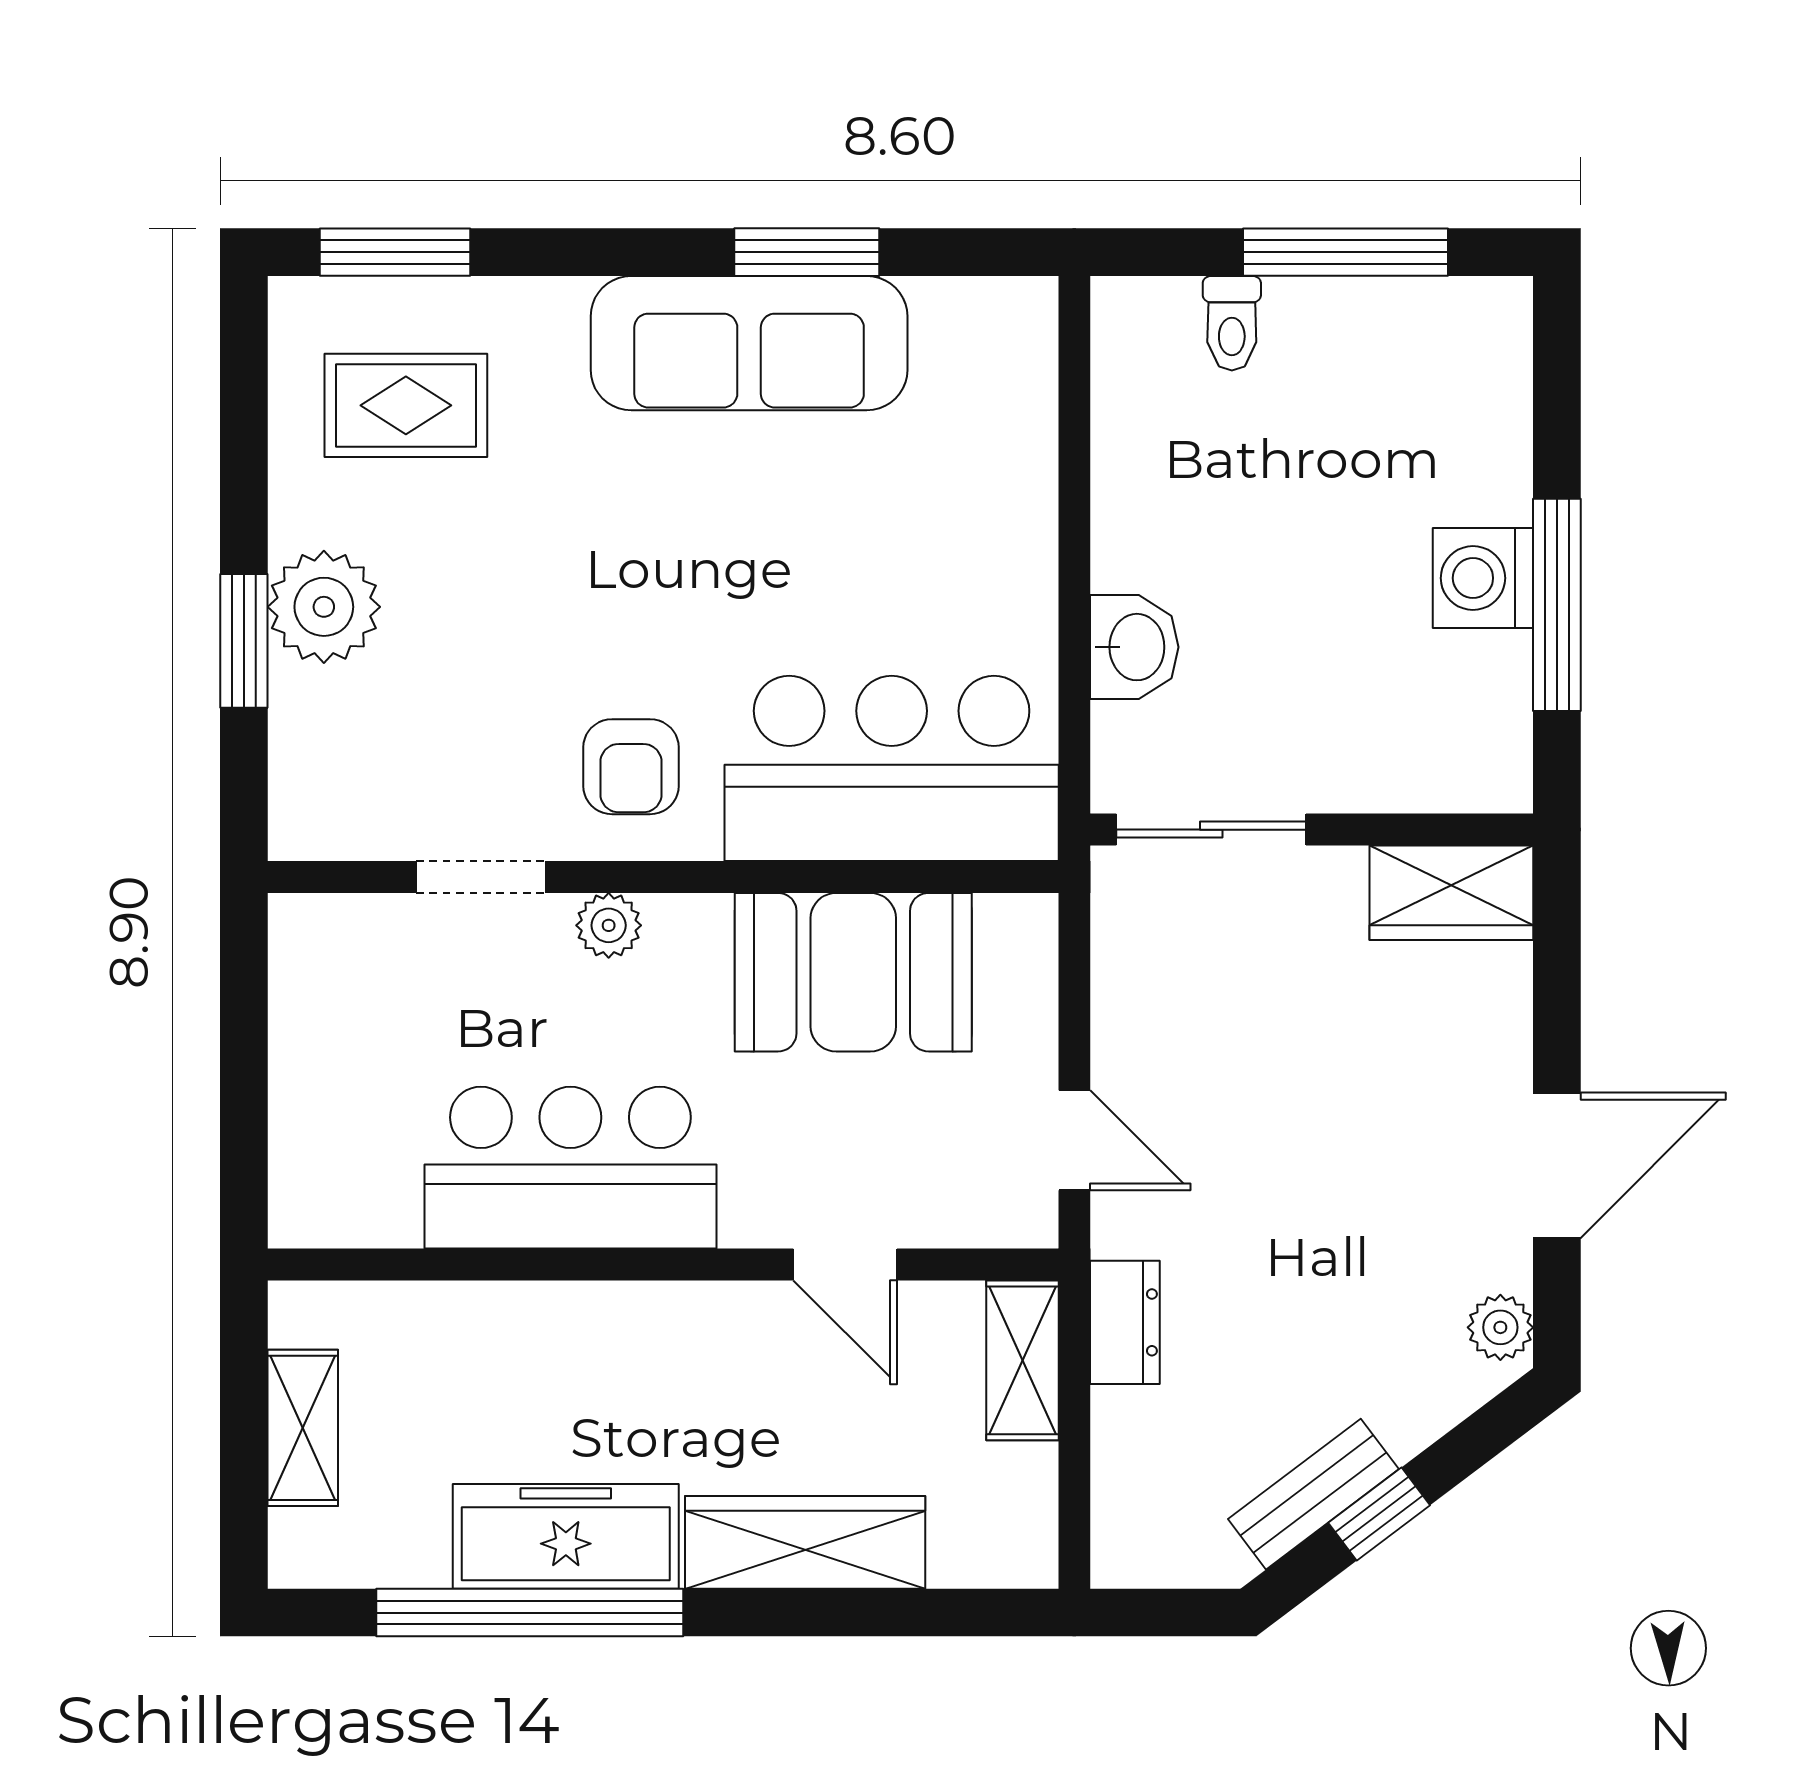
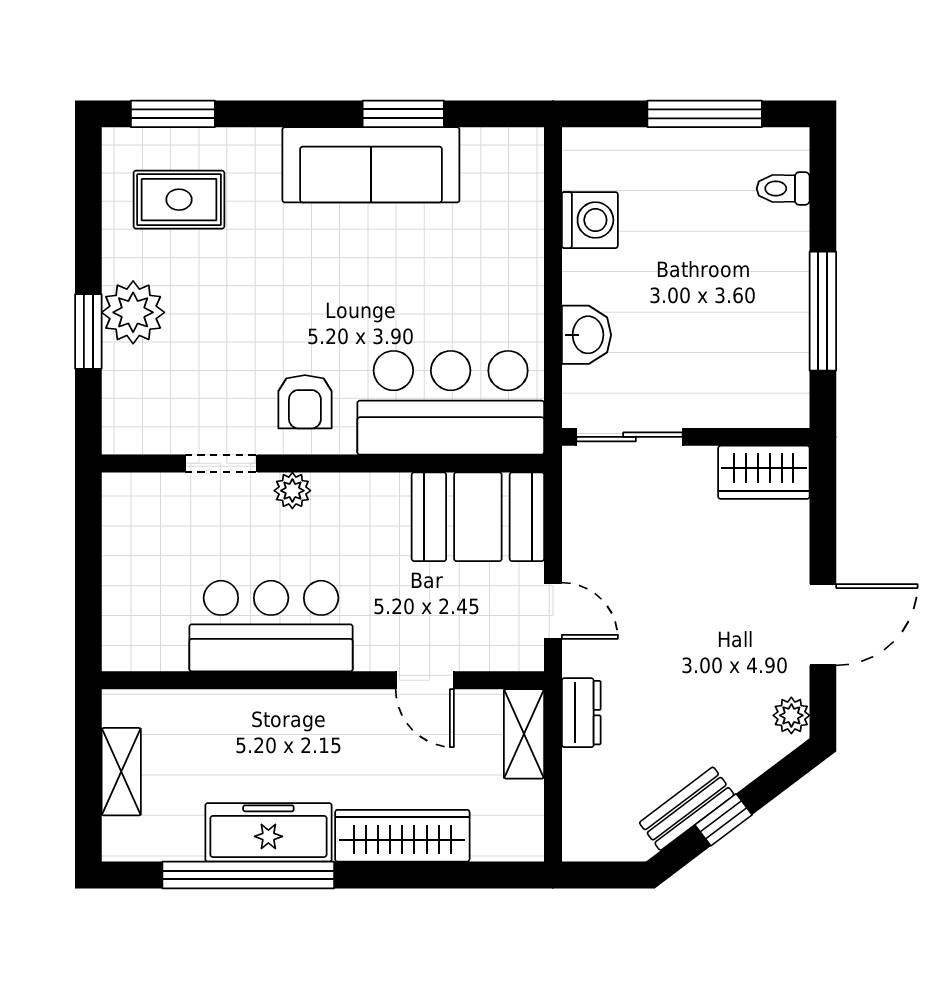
toilet: (1232, 323) -> (783, 189), moved, turned 90
washing machine: (1483, 578) -> (590, 220), moved, turned 180
booth: (853, 972) -> (478, 517), moved

